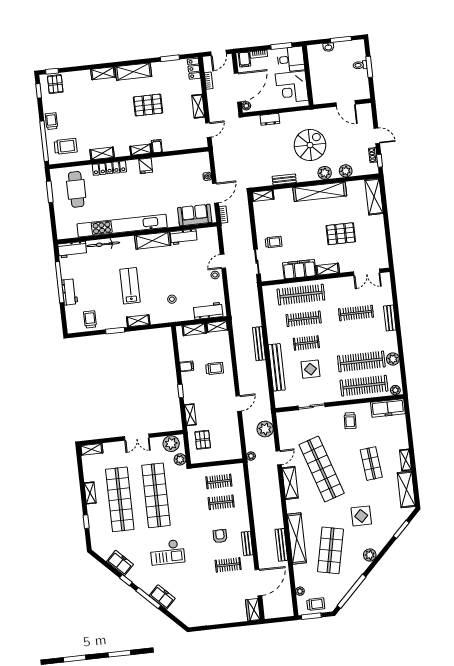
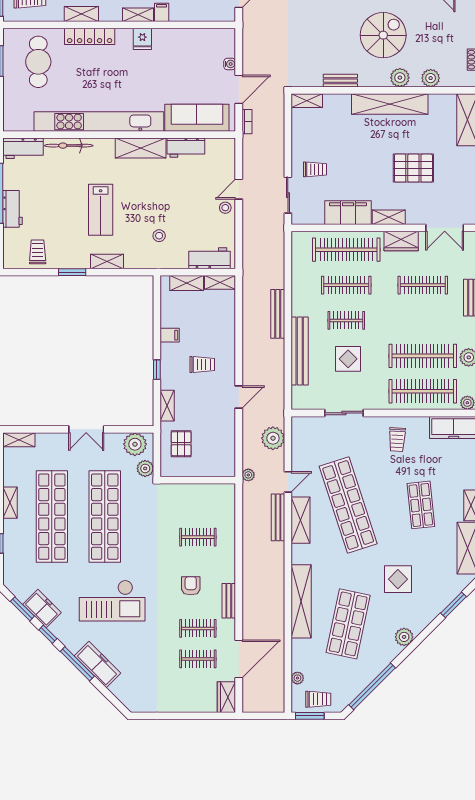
sofa: (195, 215) -> (197, 118), width x1.36
wardrobe: (338, 285) -> (401, 241), added
lab bench: (130, 286) -> (101, 210), turned 180
trolley: (215, 368) -> (202, 364), moved
clothes rail: (219, 481) -> (198, 659), moved
bench: (281, 545) -> (278, 517), moved
checkout: (167, 552) -> (112, 601), width x1.36, depth x1.21
window: (107, 565) -> (22, 609), added
freezer: (162, 597) -> (98, 665), width x1.40

